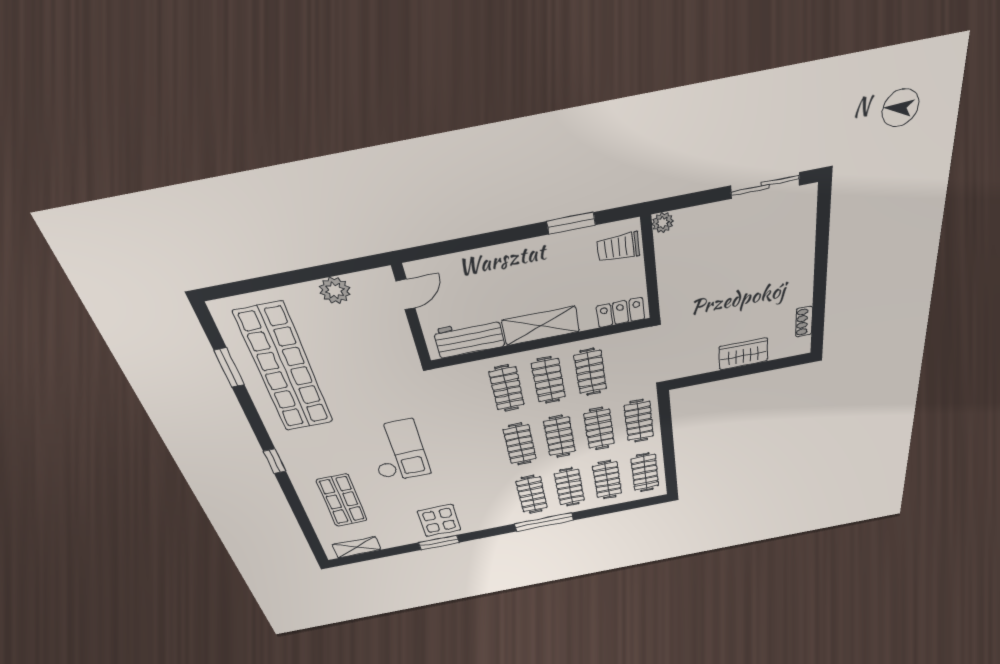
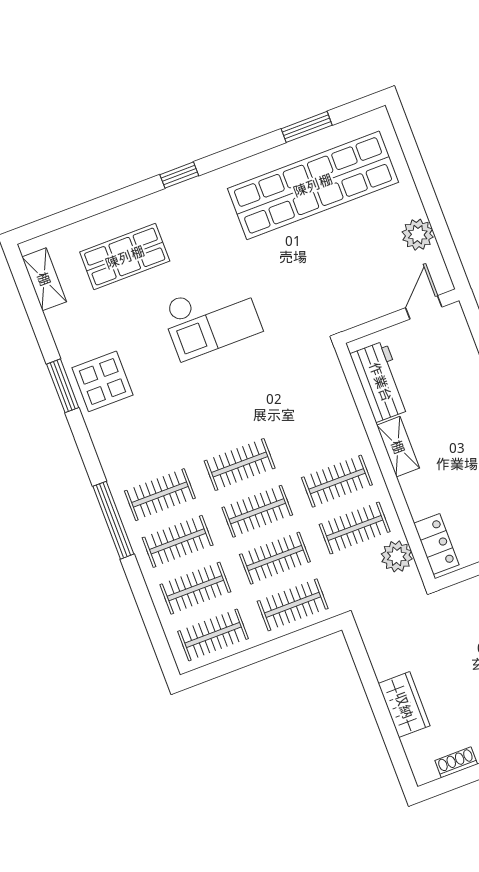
door: (406, 294) -> (424, 307), swing flipped
shelving: (541, 326) -> (398, 447), width x0.67, depth x0.75
plant: (622, 344) -> (397, 556), added
clothes rail: (507, 388) -> (319, 434), removed

